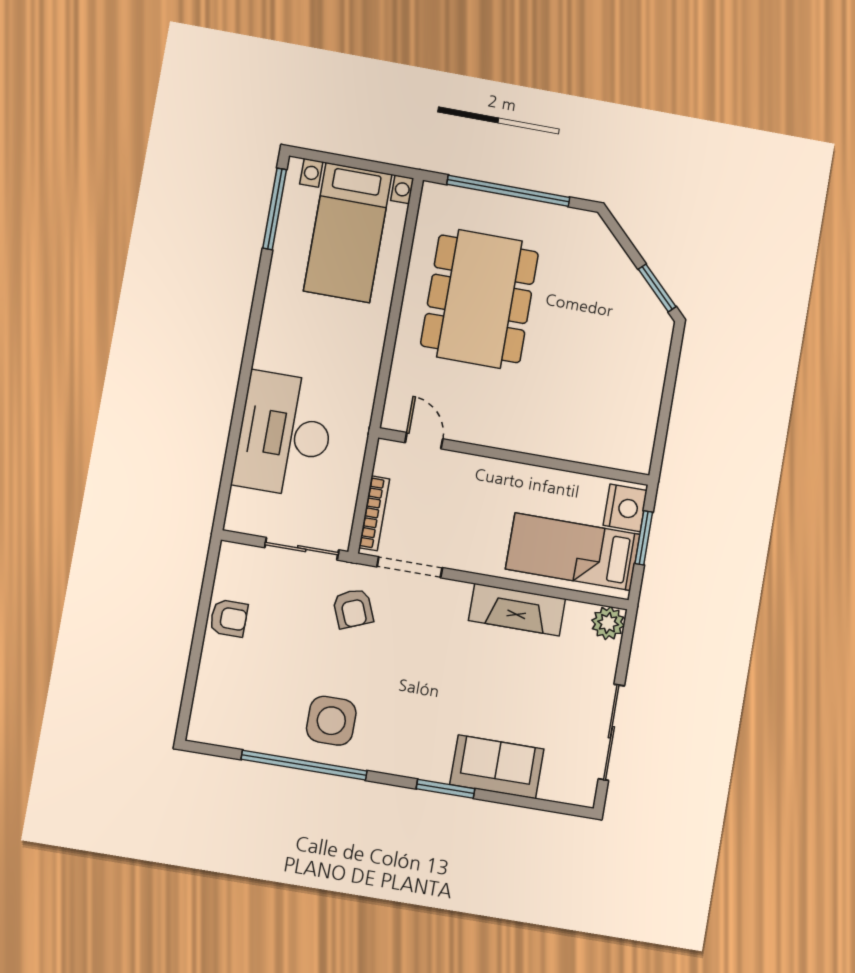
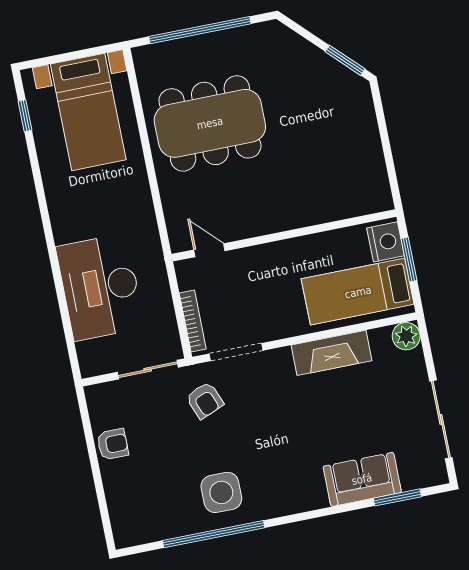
window: (275, 209) -> (25, 116), width x0.46
dining table: (480, 299) -> (210, 123), turned 90
window: (445, 789) -> (397, 497), moved

